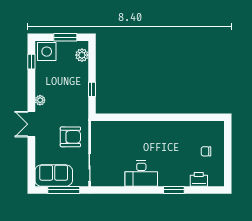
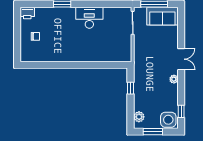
armchair: (70, 137) -> (149, 49), removed
printer: (199, 179) -> (27, 13), moved

